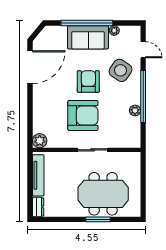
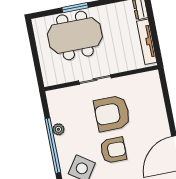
armchair: (88, 82) -> (113, 150), turned -90
plant: (40, 141) -> (152, 78), removed

